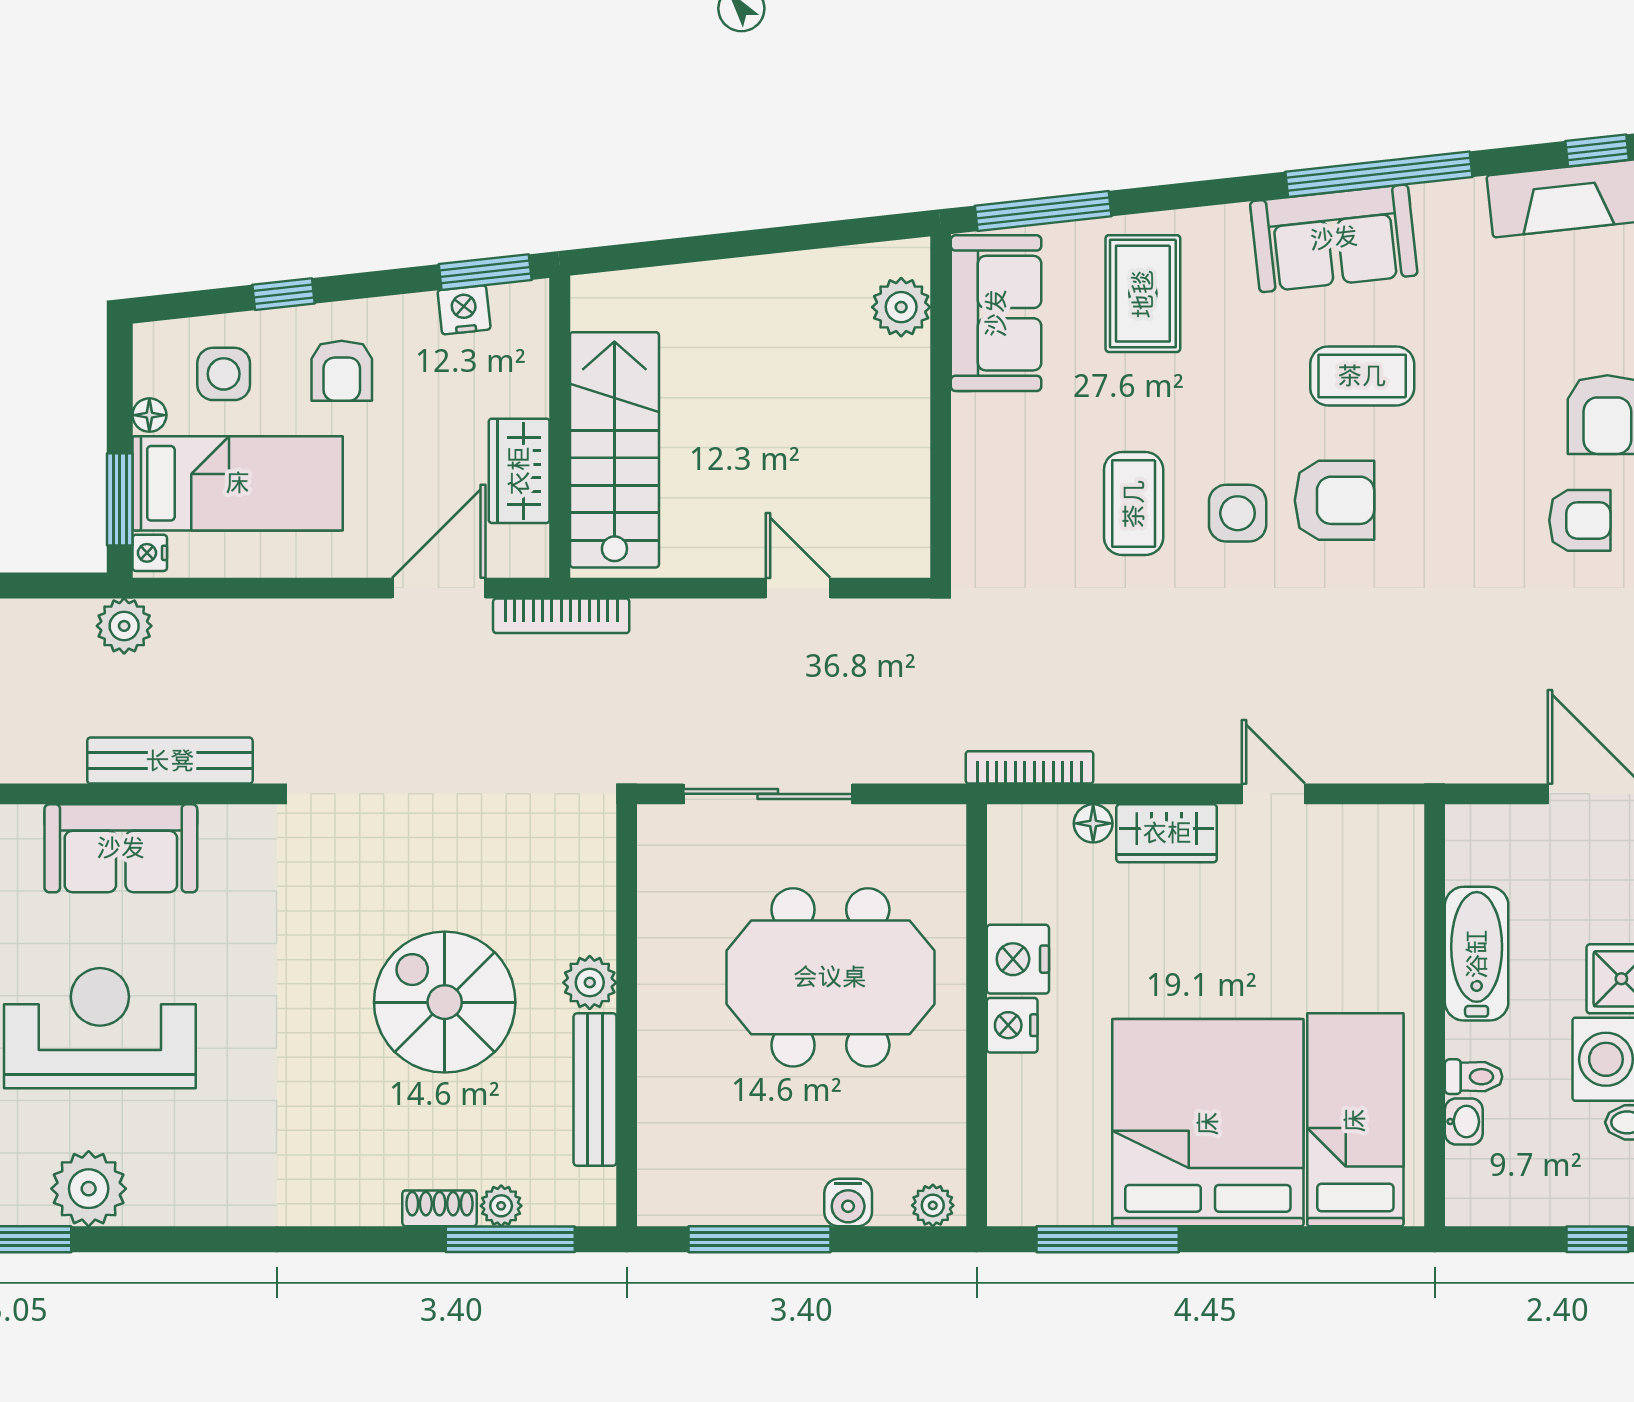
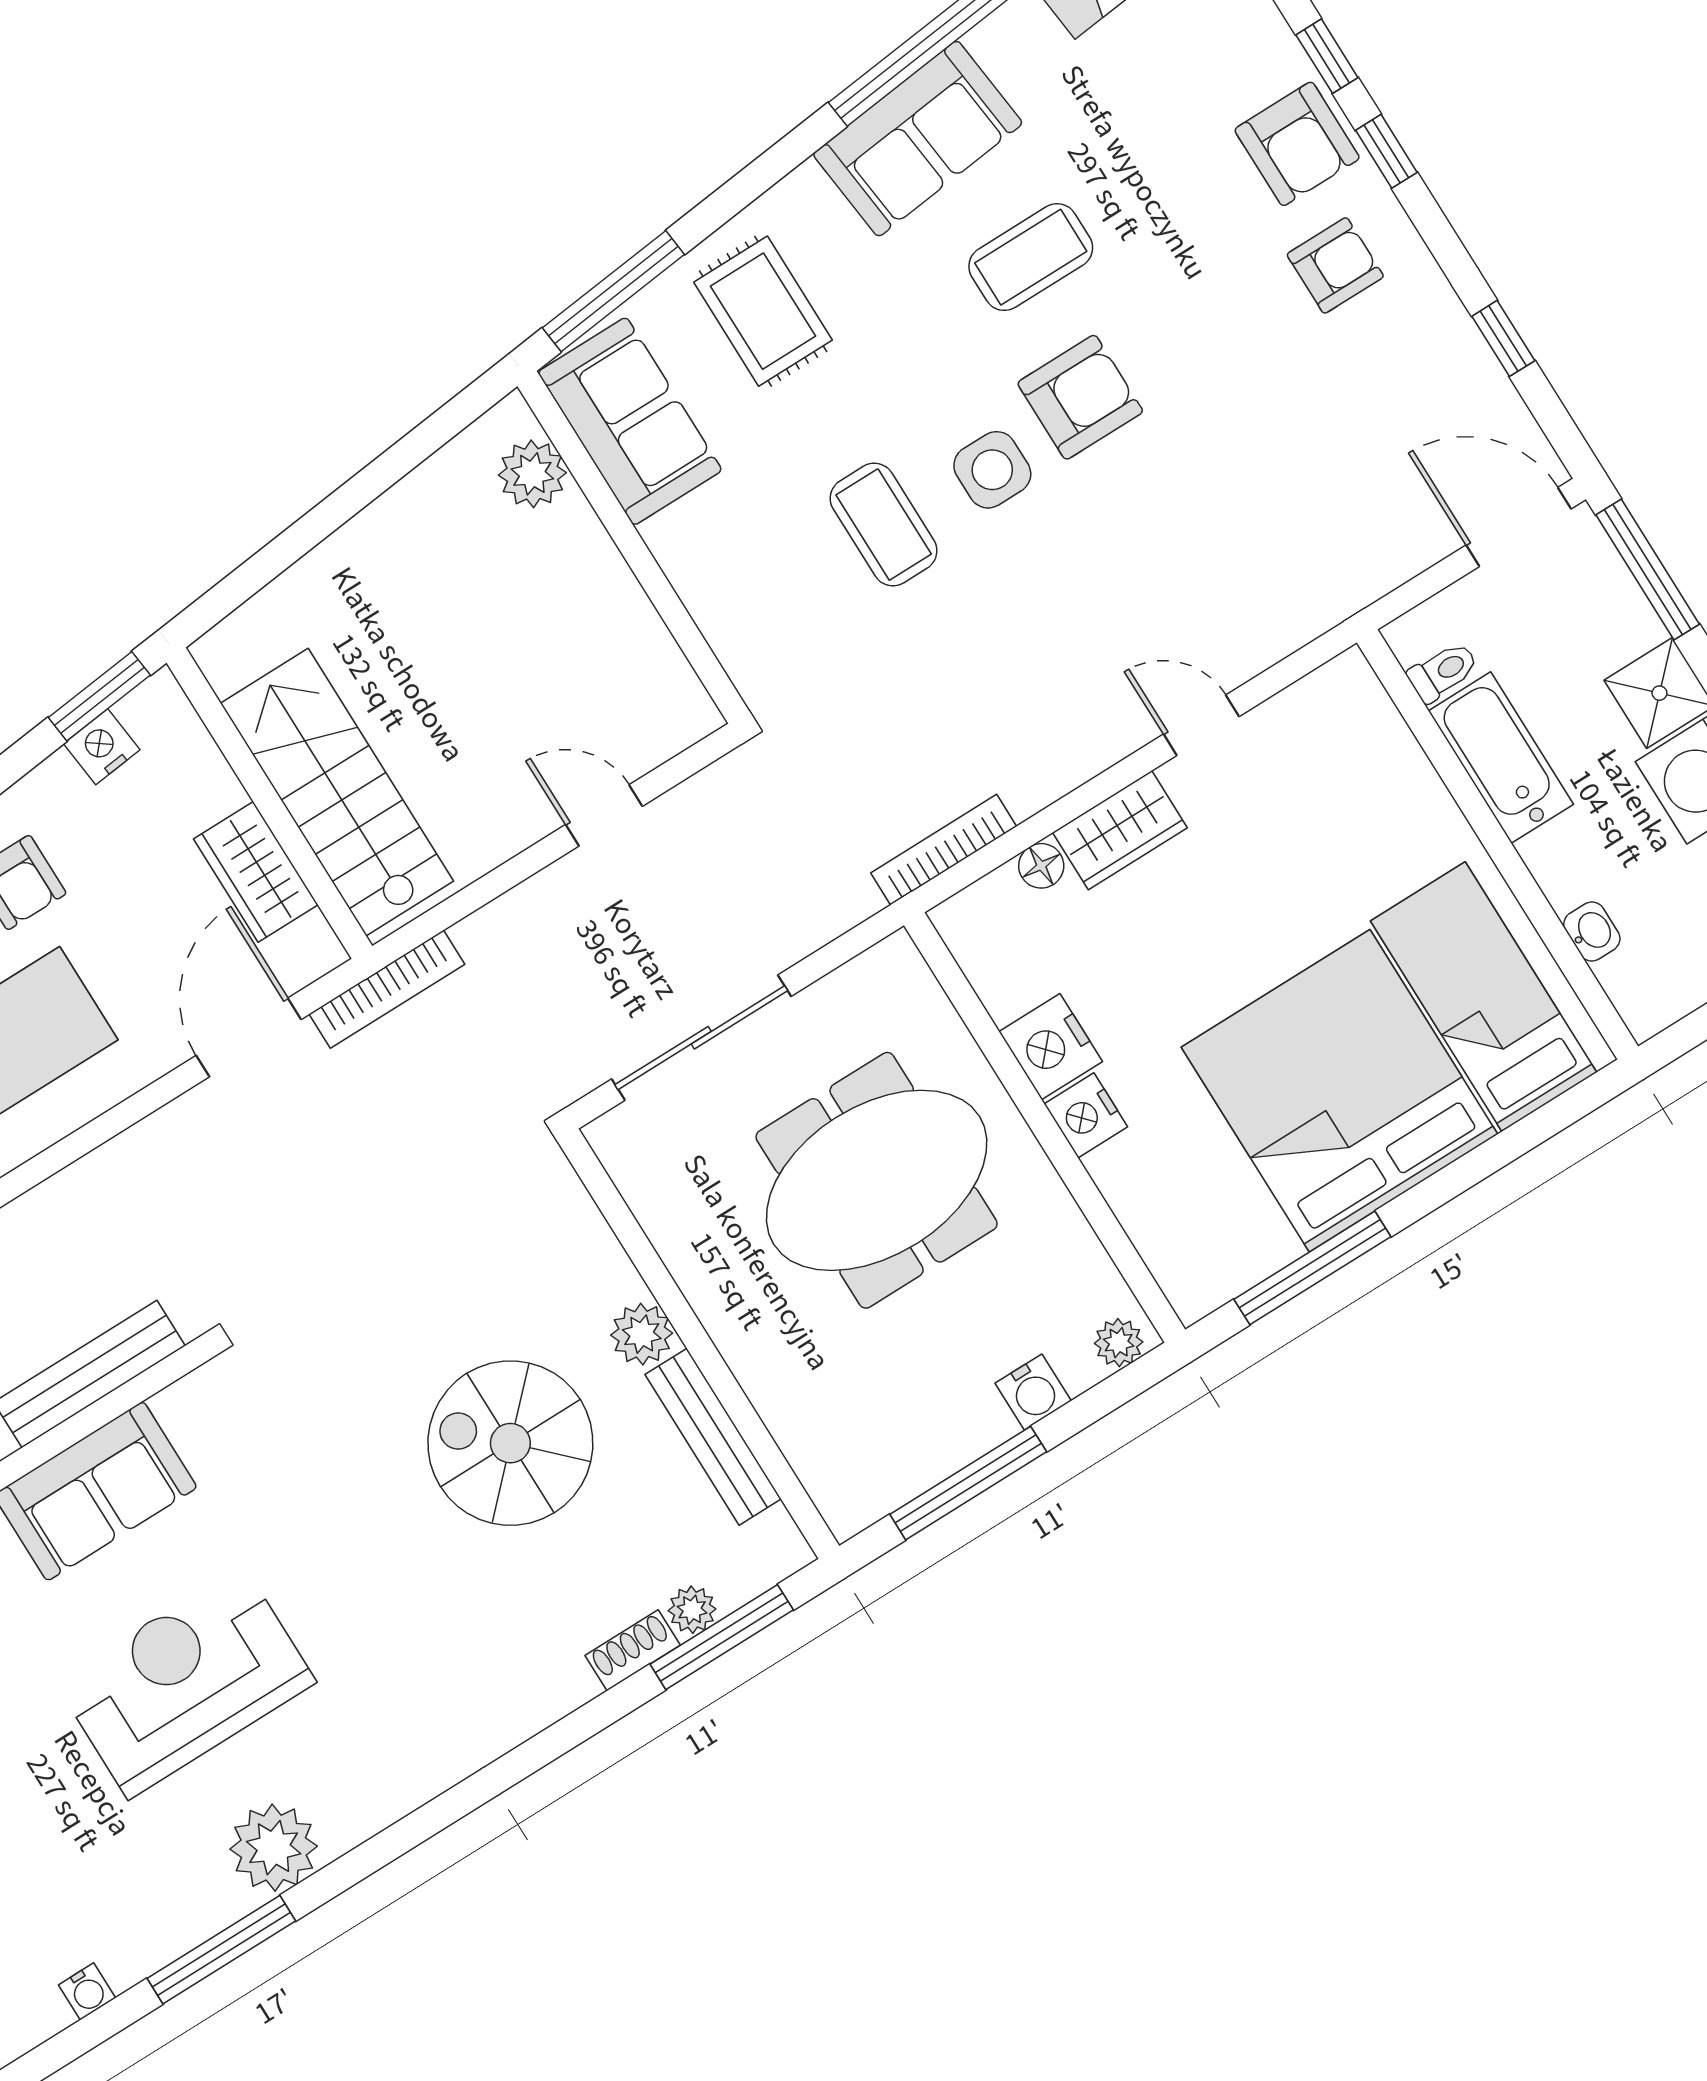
toilet: (1474, 1077) -> (1443, 672), moved

